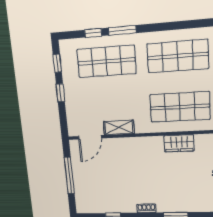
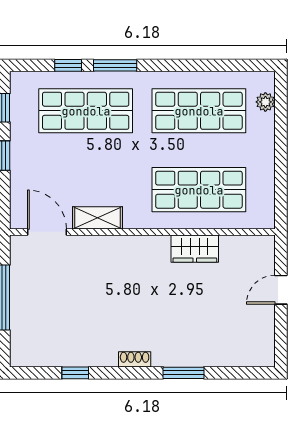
door: (90, 137) -> (47, 232), swing flipped

